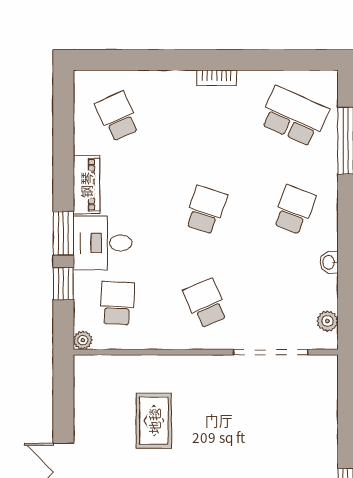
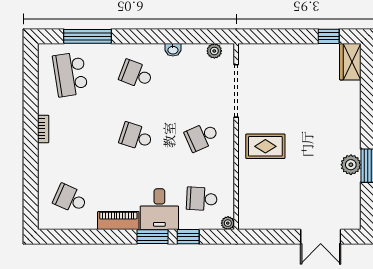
school desk: (117, 116) -> (70, 199), turned 48
school desk: (294, 116) -> (70, 74), turned -33
rug: (154, 421) -> (265, 146), moved

